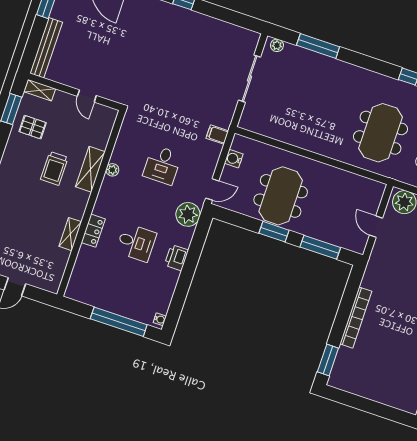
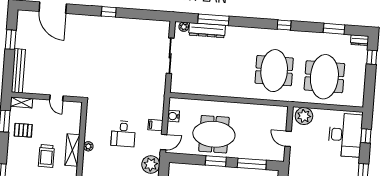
dresser: (306, 58) -> (207, 30), added
filing cabinet: (217, 135) -> (155, 125), moved
meeting table: (281, 196) -> (214, 134), turned 90

